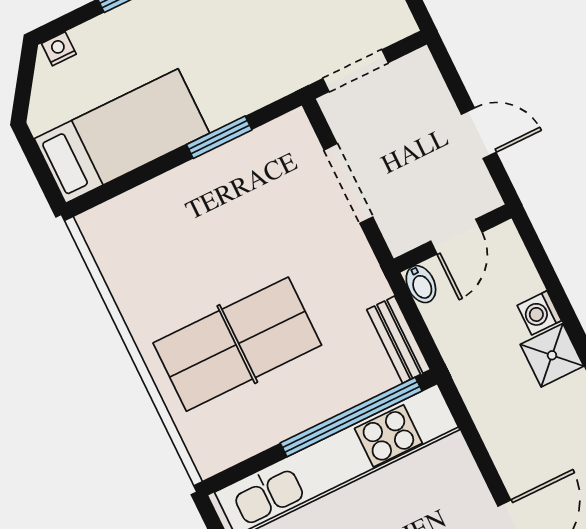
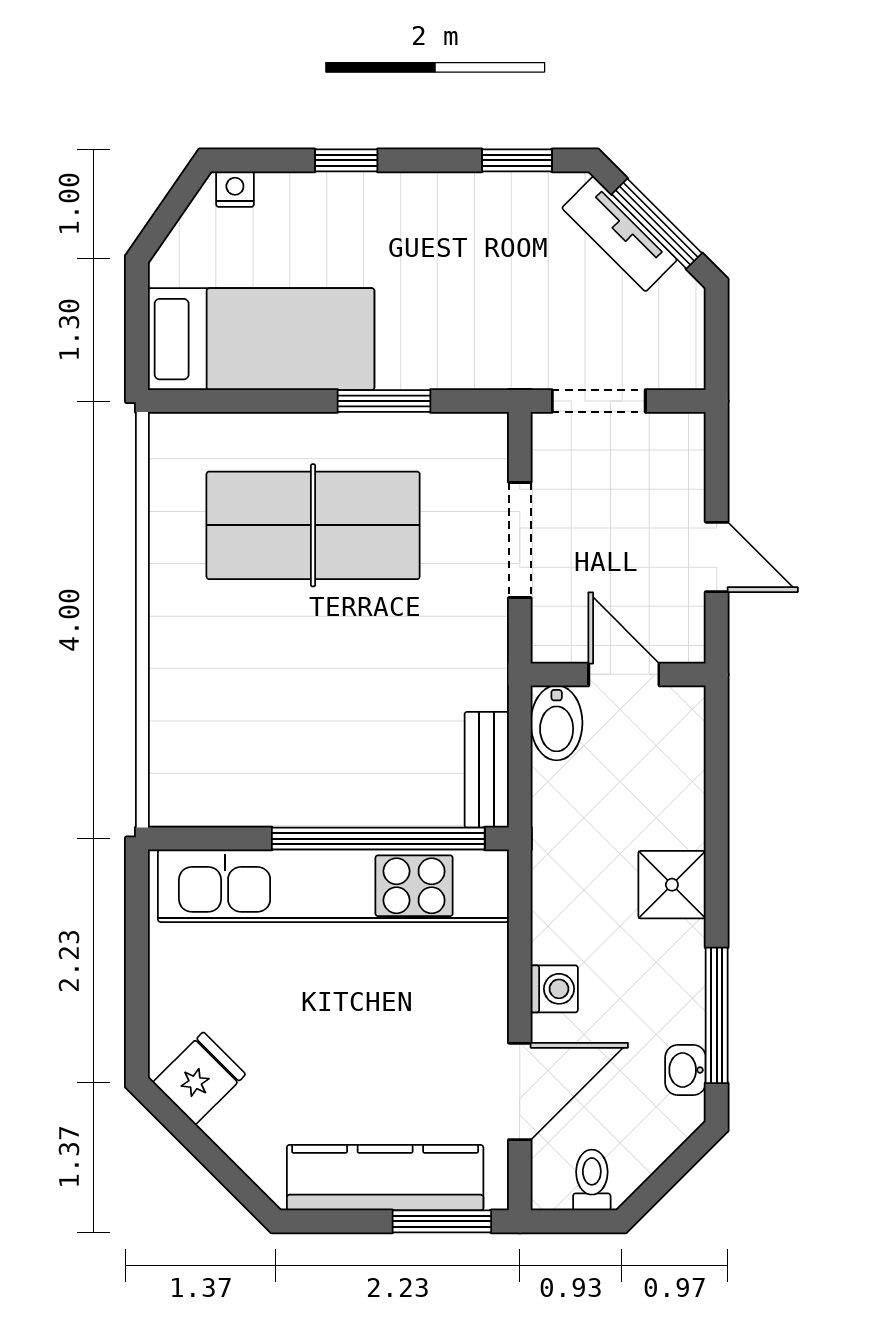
door: (456, 237) -> (624, 674), swing flipped
bidet: (421, 284) -> (557, 723), width x1.38, depth x1.36
washing machine: (539, 313) -> (554, 989), moved, turned 180
table tennis table: (237, 344) -> (313, 525), moved

